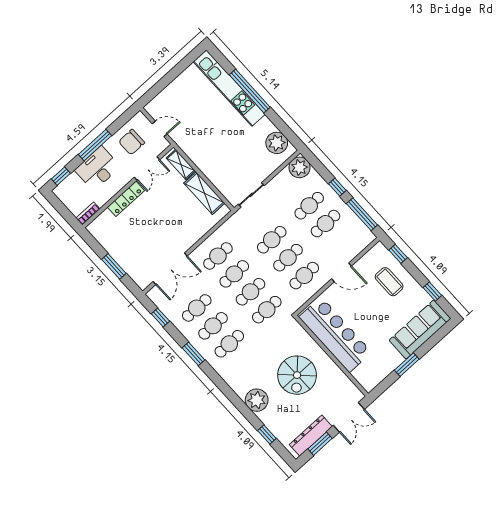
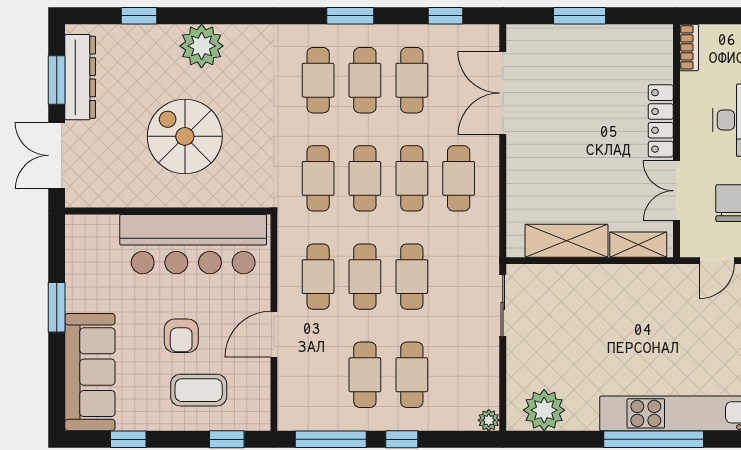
plant: (299, 167) -> (489, 420), width x0.53, depth x0.53
armchair: (374, 307) -> (181, 336), added

